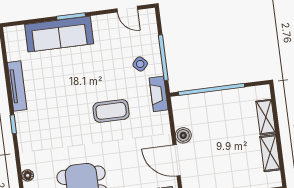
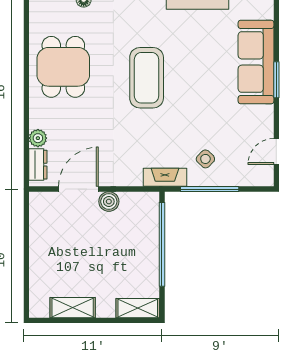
coffee table: (111, 111) -> (147, 78), moved, width x1.36, depth x1.32
shelving: (266, 117) -> (138, 308), moved

